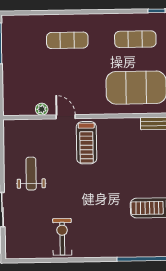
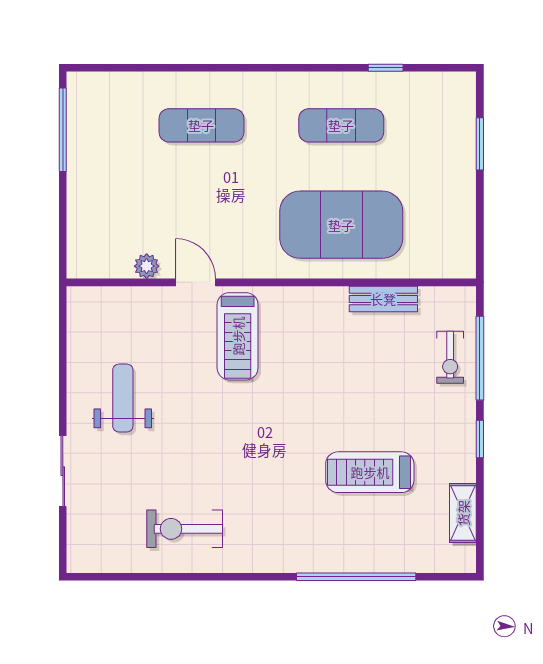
exercise bike: (62, 237) -> (185, 529), turned -90

